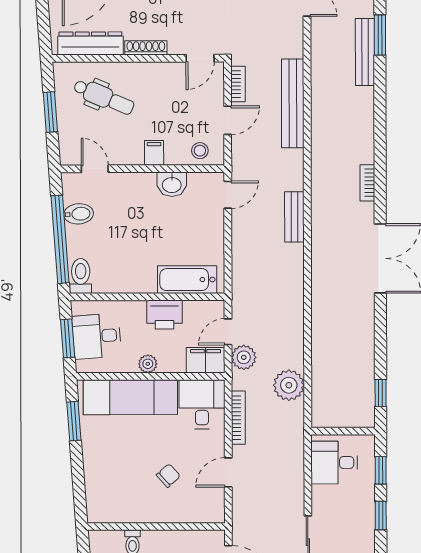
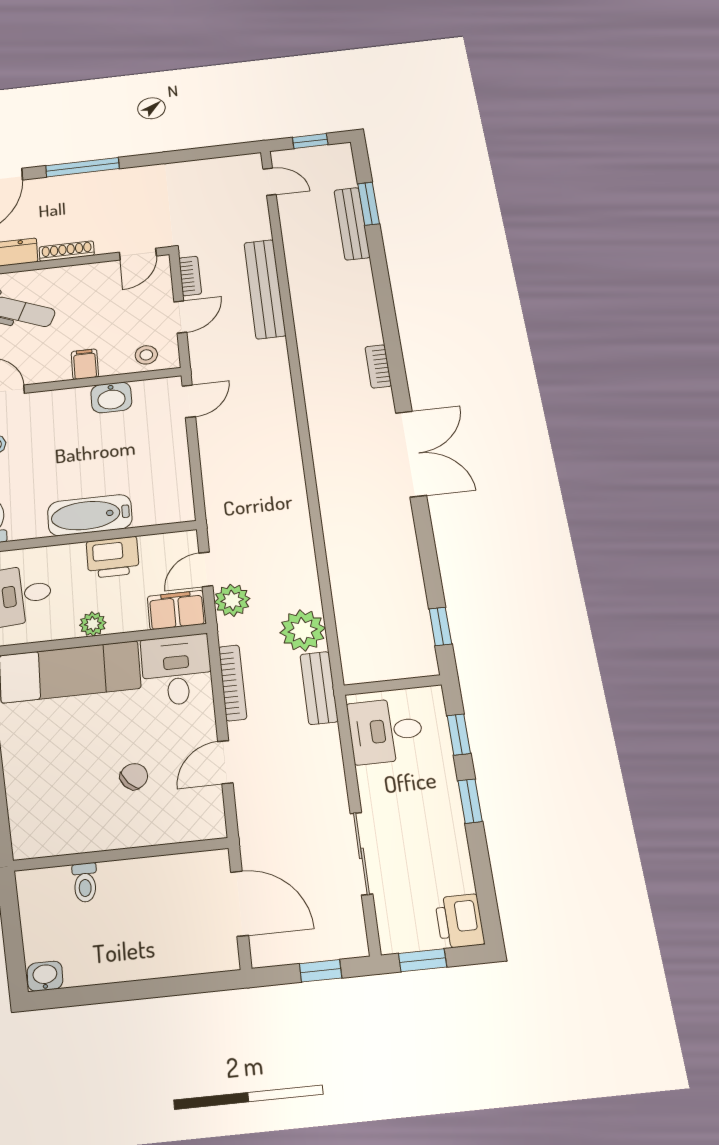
bench: (294, 217) -> (319, 688), moved
bathtub: (187, 280) -> (90, 515), moved

